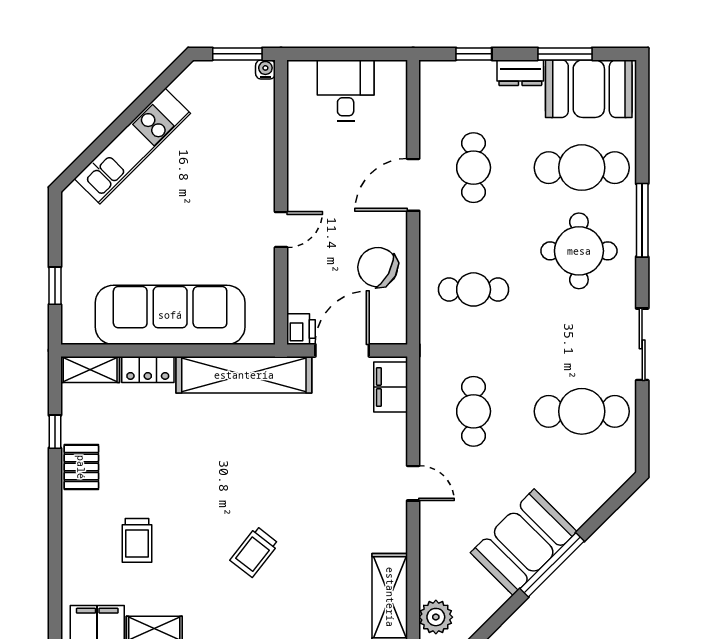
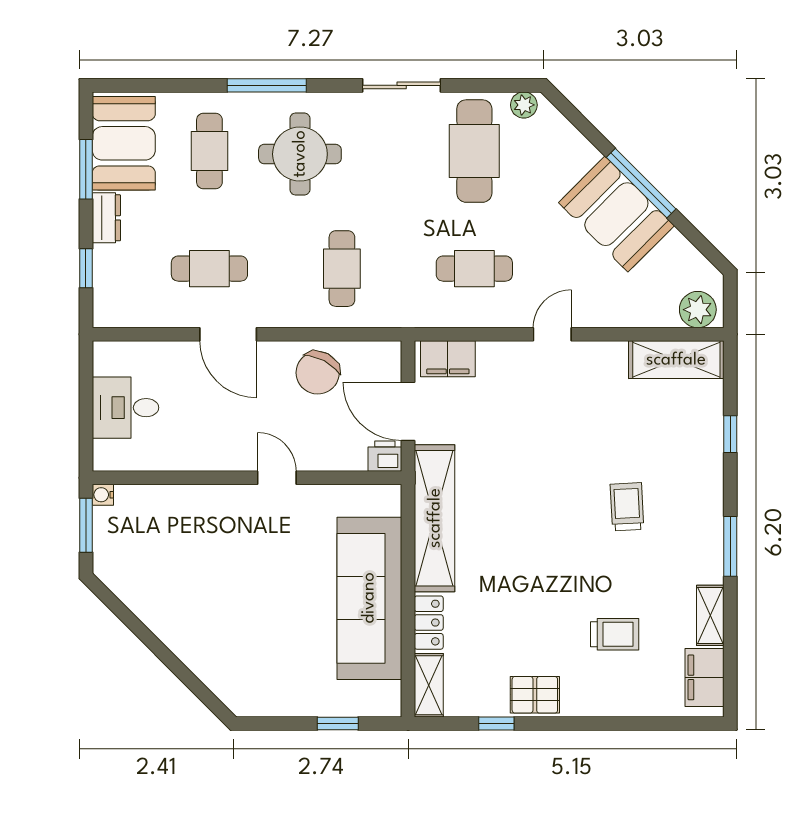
kitchen unit: (132, 146) -> (186, 639), removed
cafe table: (582, 168) -> (209, 151), width x0.73, depth x0.74
plant: (624, 457) -> (524, 105), added
trolley: (254, 552) -> (627, 507), turned -131

